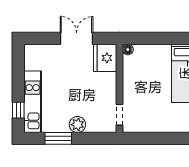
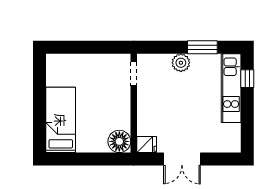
floor lamp: (128, 49) -> (119, 141), width x1.89, depth x1.89
fridge: (105, 58) -> (147, 145), width x0.53, depth x0.75

